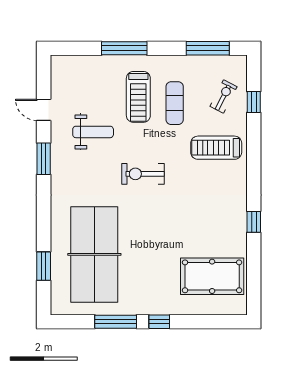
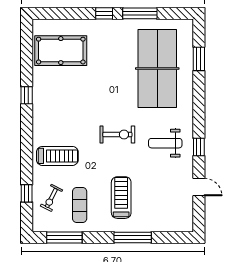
exercise mat: (175, 103) -> (80, 205), moved
weight bench: (93, 132) -> (165, 143), moved
window: (44, 159) -> (199, 147), width x0.67

